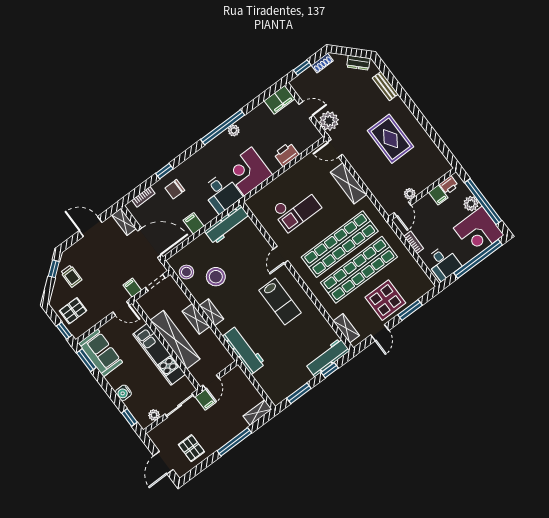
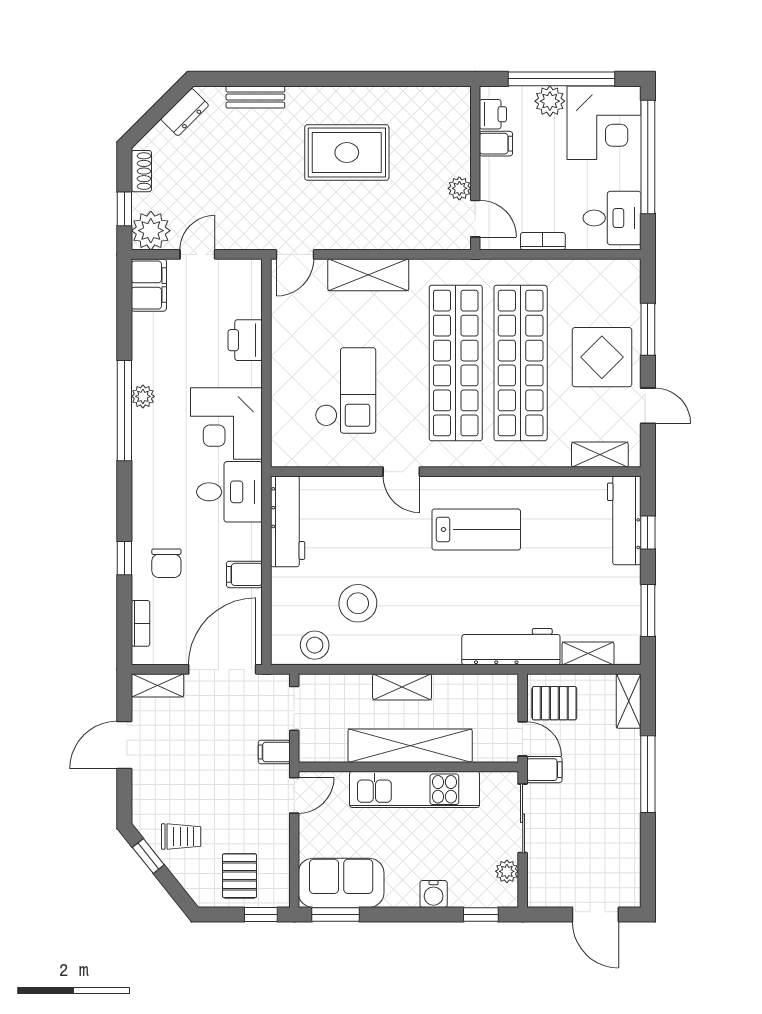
plant: (329, 121) -> (151, 231), moved
shelving: (211, 312) -> (588, 654), moved
pallet: (191, 448) -> (554, 703), moved

